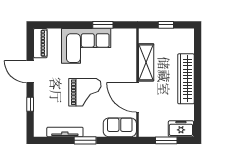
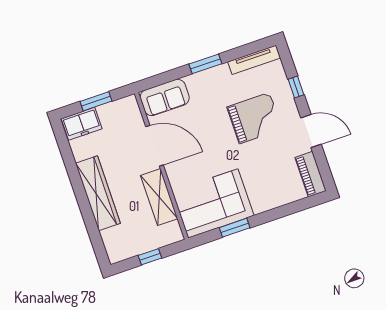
corner sofa: (86, 46) -> (213, 203), moved
grand piano: (85, 92) -> (254, 118), moved, turned 180
tv unit: (65, 132) -> (254, 60), moved

